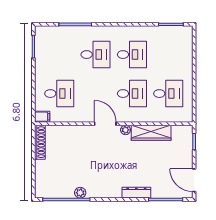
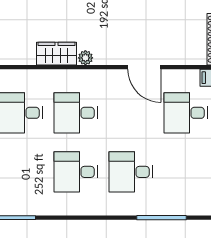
door: (105, 124) -> (144, 67), moved
wardrobe: (151, 133) -> (57, 54), width x0.67

